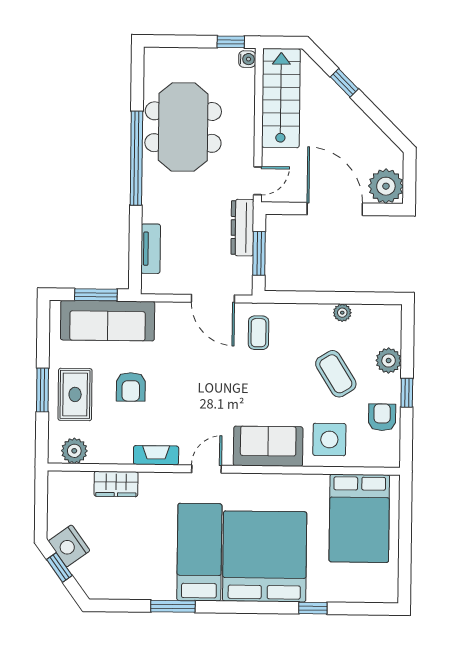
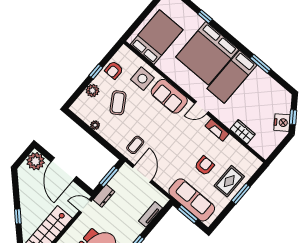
dresser: (242, 228) -> (104, 196), width x0.70
plant: (74, 451) -> (248, 159), removed

